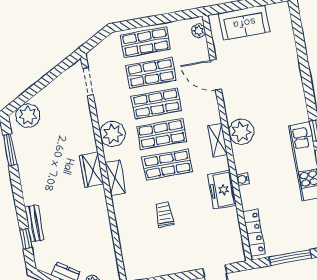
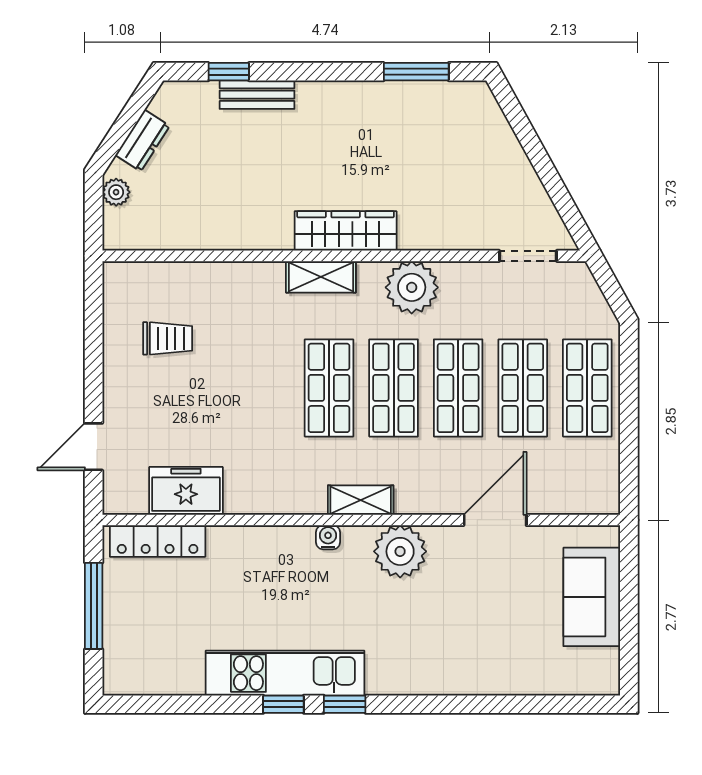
plant: (198, 31) -> (592, 501), removed
plant: (28, 116) -> (480, 120), removed
plant: (241, 132) -> (400, 551), moved
wardrobe: (91, 170) -> (346, 231), width x1.50
water cooler: (243, 179) -> (328, 537), moved
freezer: (222, 190) -> (186, 491), moved
trolley: (164, 215) -> (168, 338), moved

